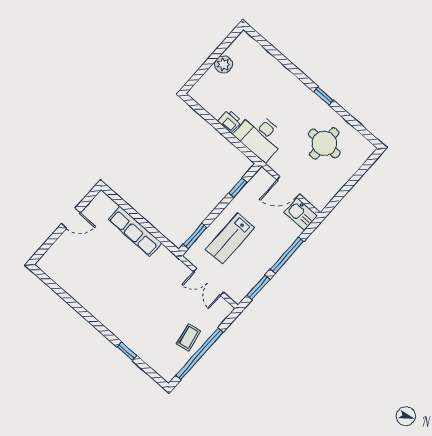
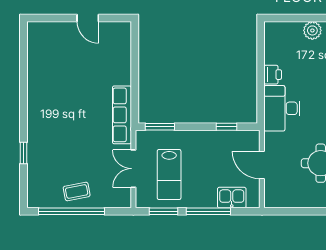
kitchen sink: (301, 214) -> (232, 198), moved, turned 90
row of seats: (135, 231) -> (122, 115), moved
lab bench: (230, 238) -> (169, 175), moved, turned -90

